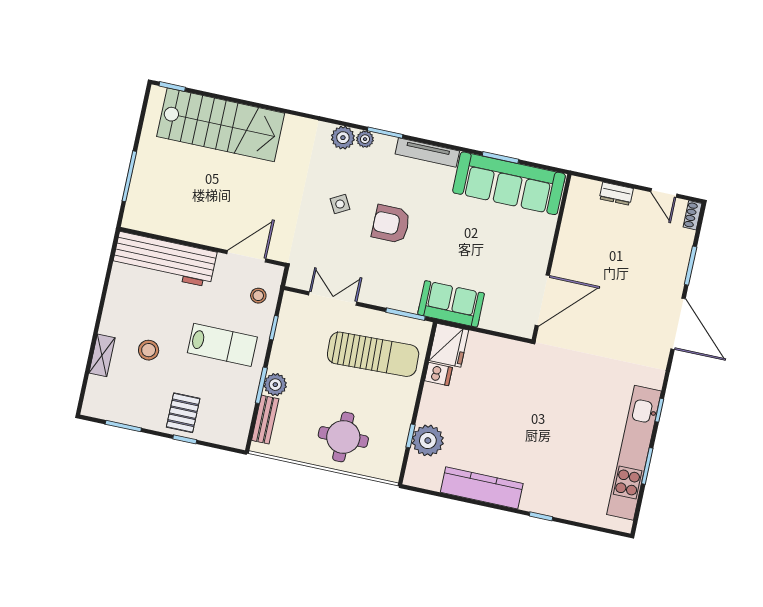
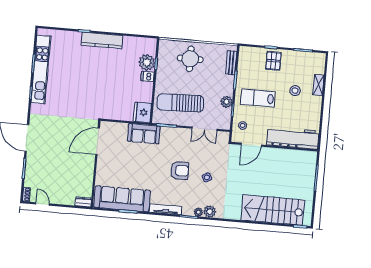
dresser: (616, 194) -> (83, 202), moved
dishwasher: (439, 374) -> (147, 76), moved
plant: (275, 385) -> (226, 102), moved
kitchen counter: (482, 488) -> (102, 40), moved

